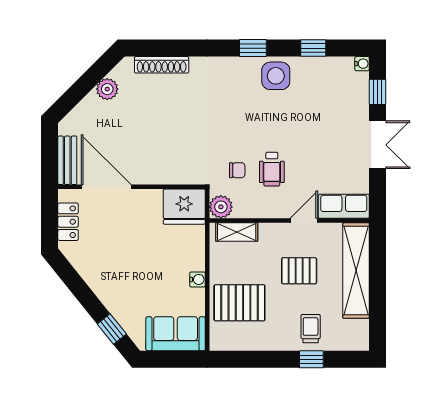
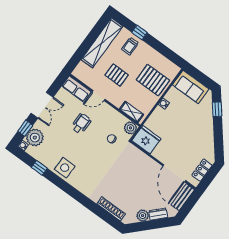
window: (253, 48) -> (66, 187), removed
plant: (353, 88) -> (35, 138), added
dresser: (86, 108) -> (158, 214), added
double door: (378, 145) -> (42, 105), swing flipped
wheelchair: (272, 169) -> (81, 124), moved
shelving: (356, 271) -> (102, 43), moved

